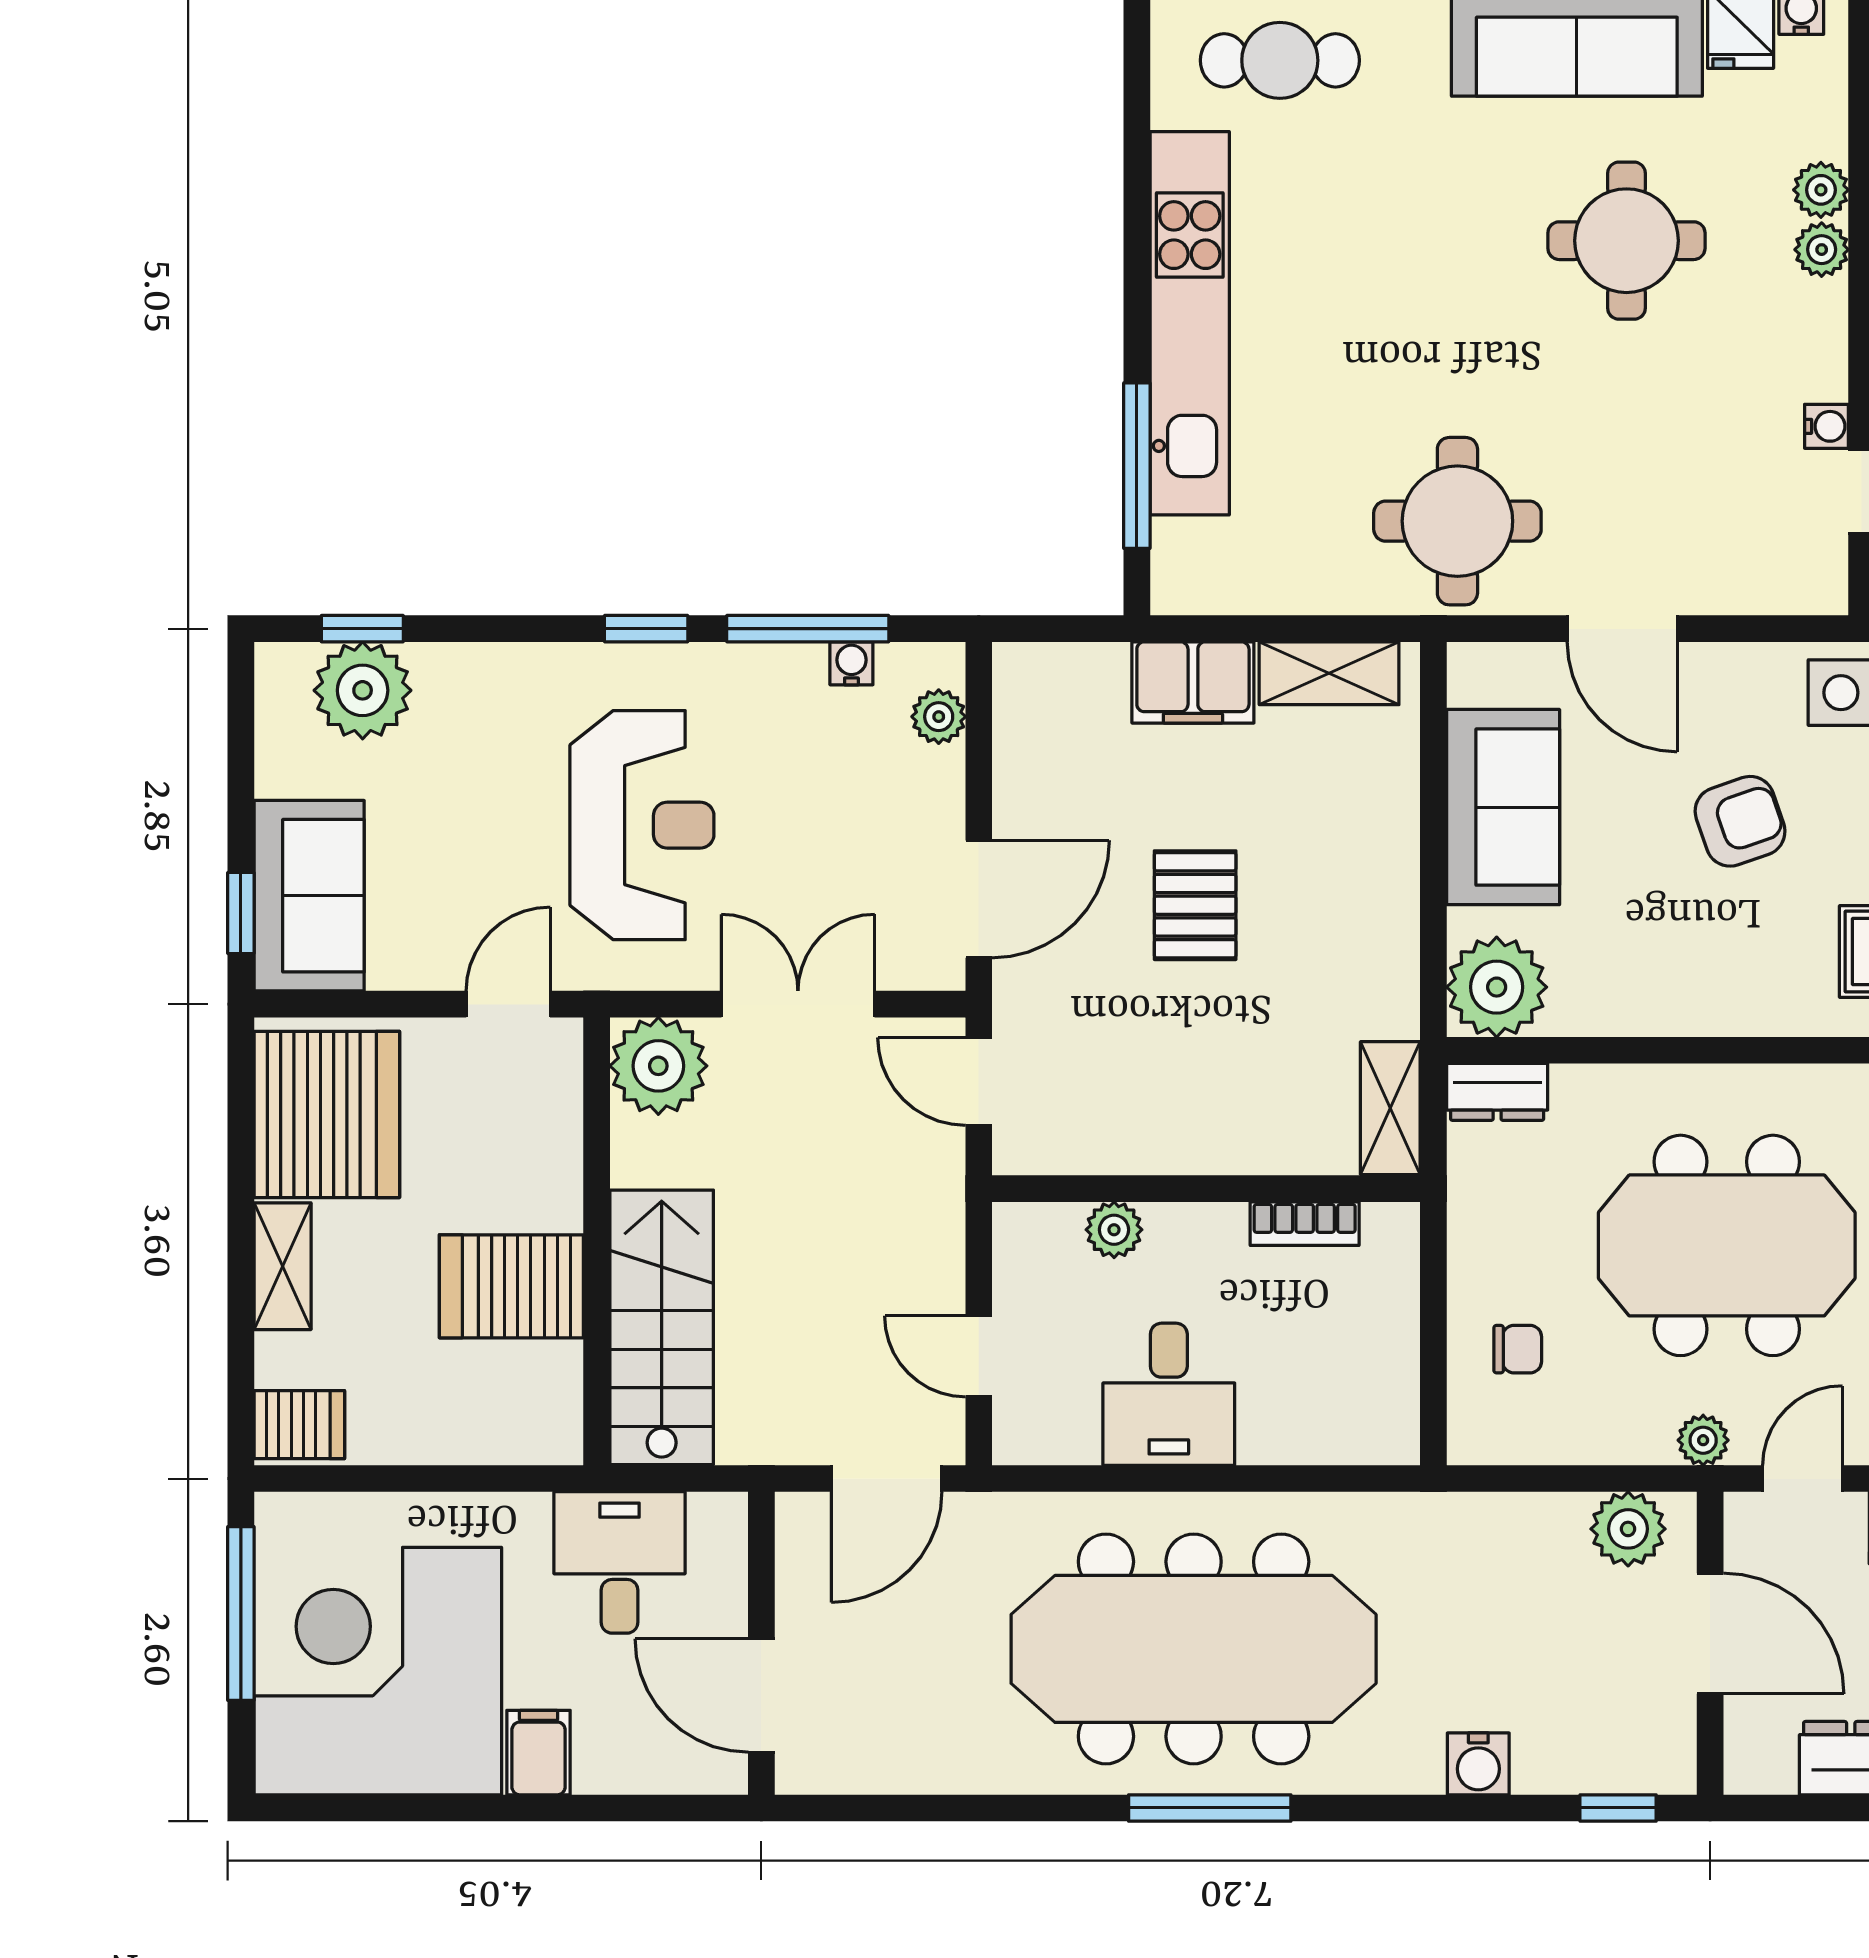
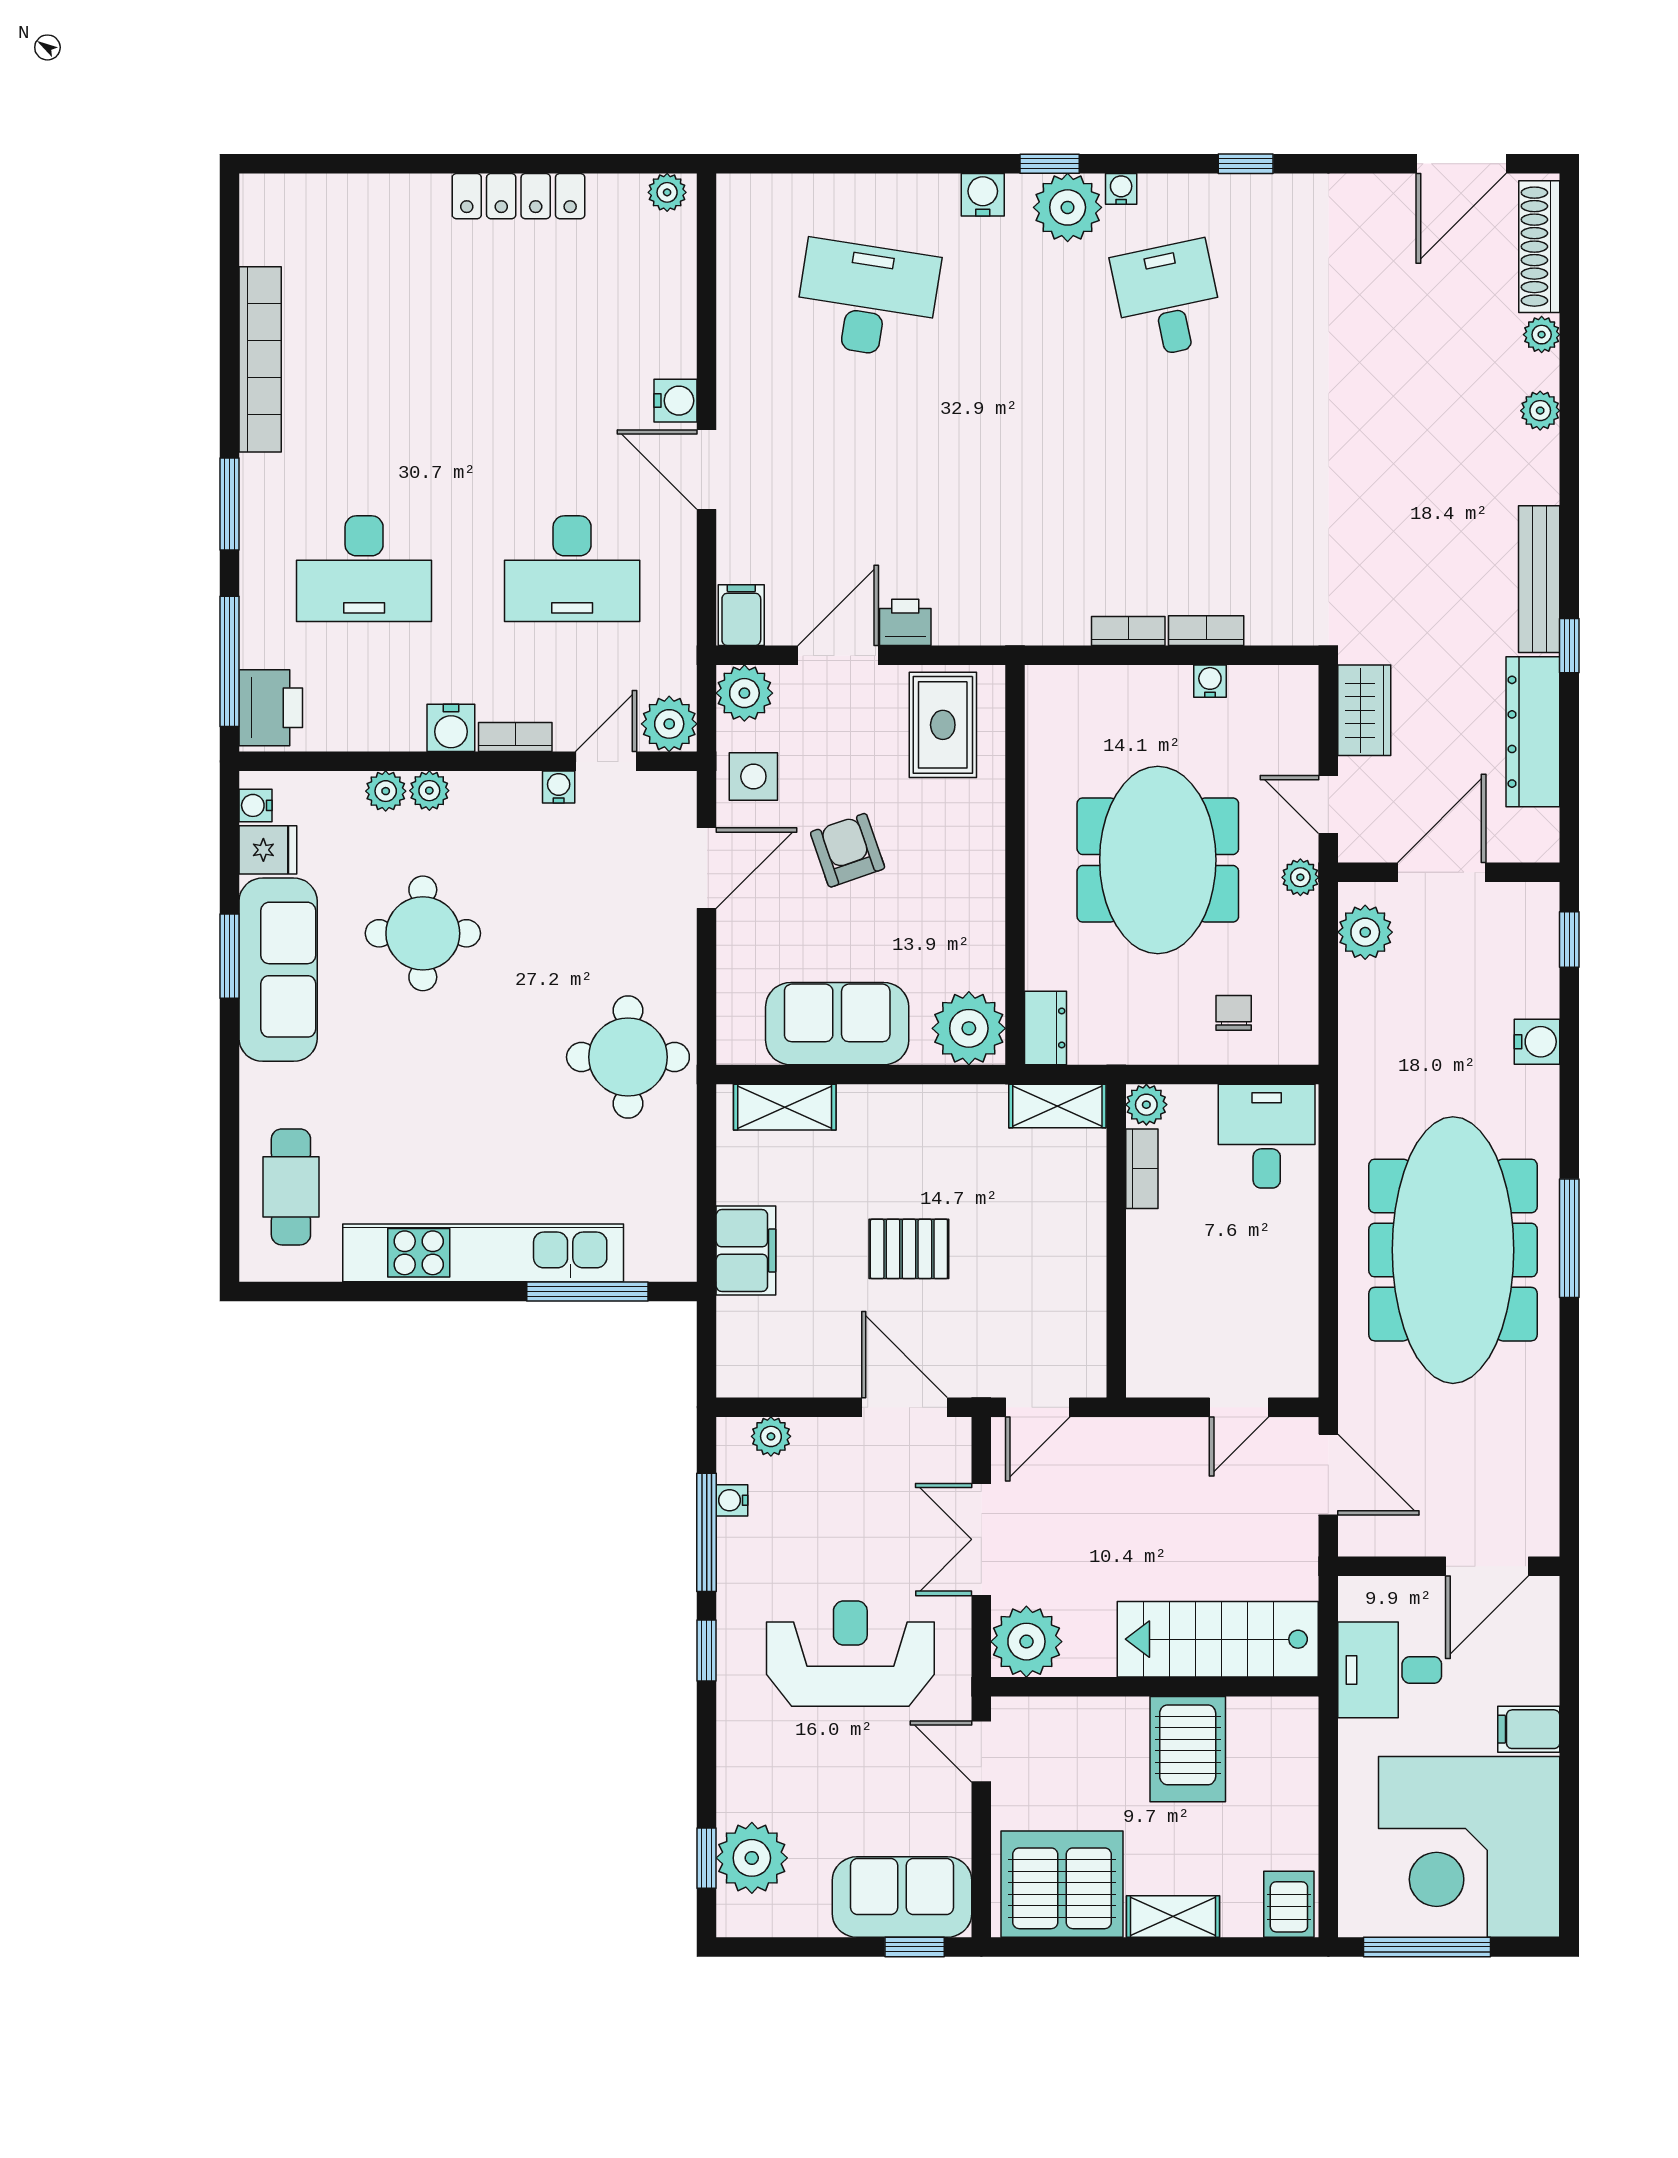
door: (1622, 629) -> (707, 868), moved
shelving: (1329, 673) -> (785, 1107), moved, turned 90
plant: (1114, 1230) -> (1146, 1105), moved
desk: (1169, 1394) -> (1267, 1136), moved, turned -90

